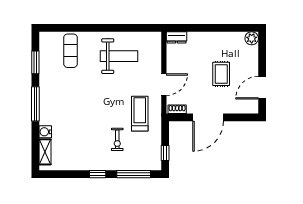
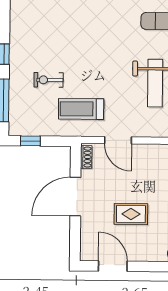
treadmill: (140, 114) -> (81, 109), turned 180
door: (208, 117) -> (75, 197), hinge flipped

